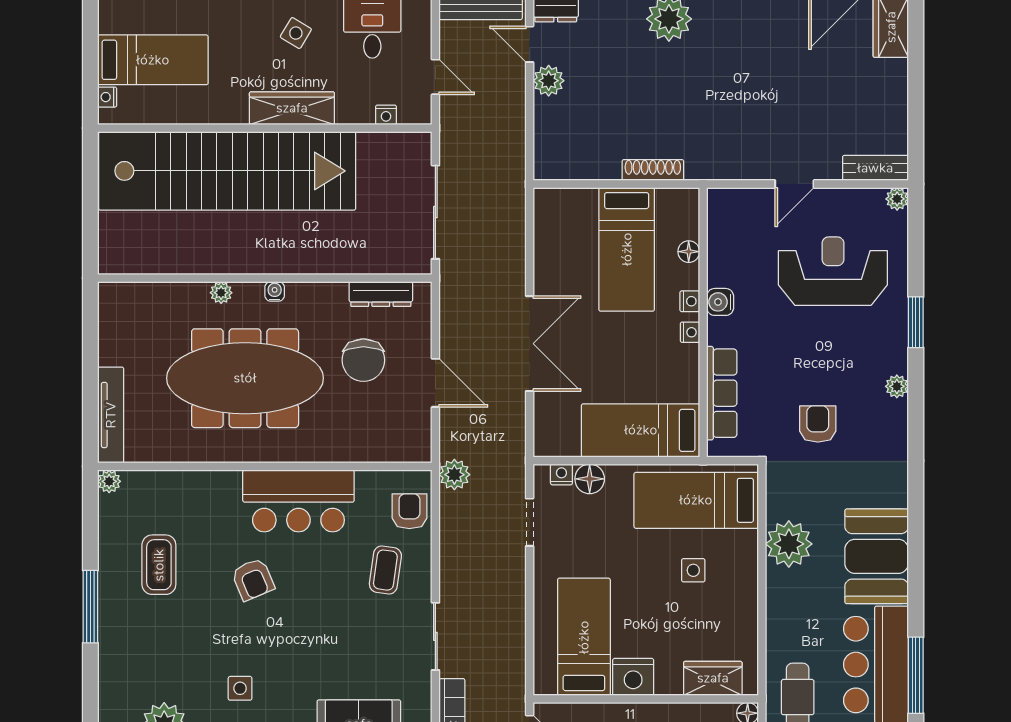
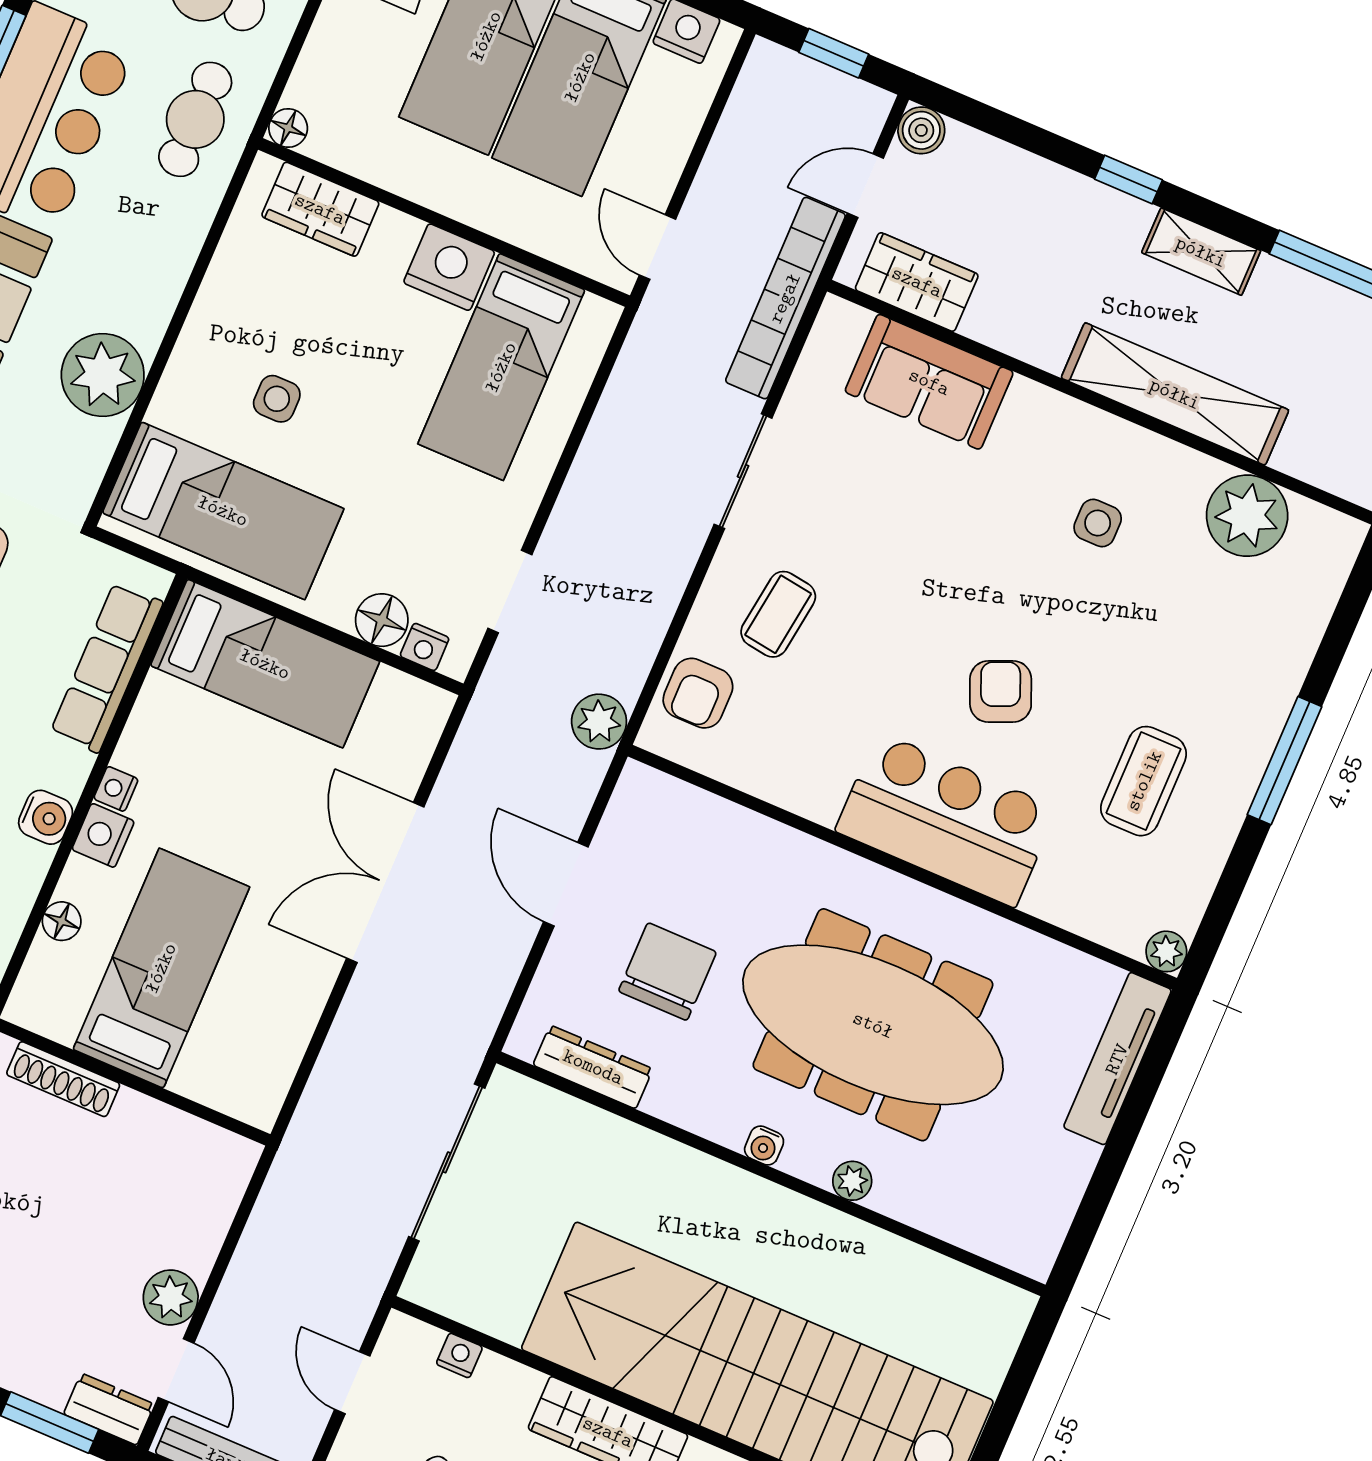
nightstand: (690, 301) -> (103, 835), width x1.39, depth x1.35
bar counter: (298, 501) -> (946, 820), moved

